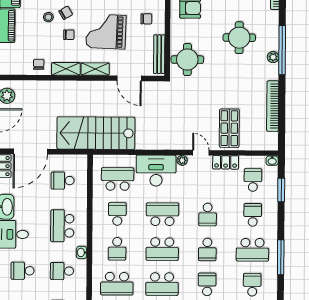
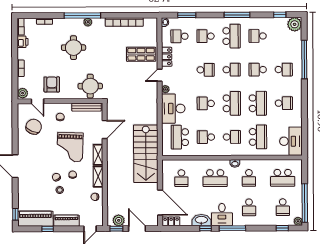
school desk: (162, 214) -> (206, 103), width x0.54

